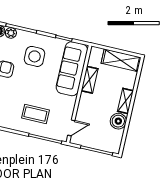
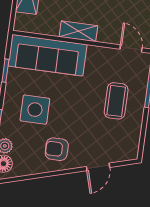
shelving: (90, 80) -> (78, 31), moved

